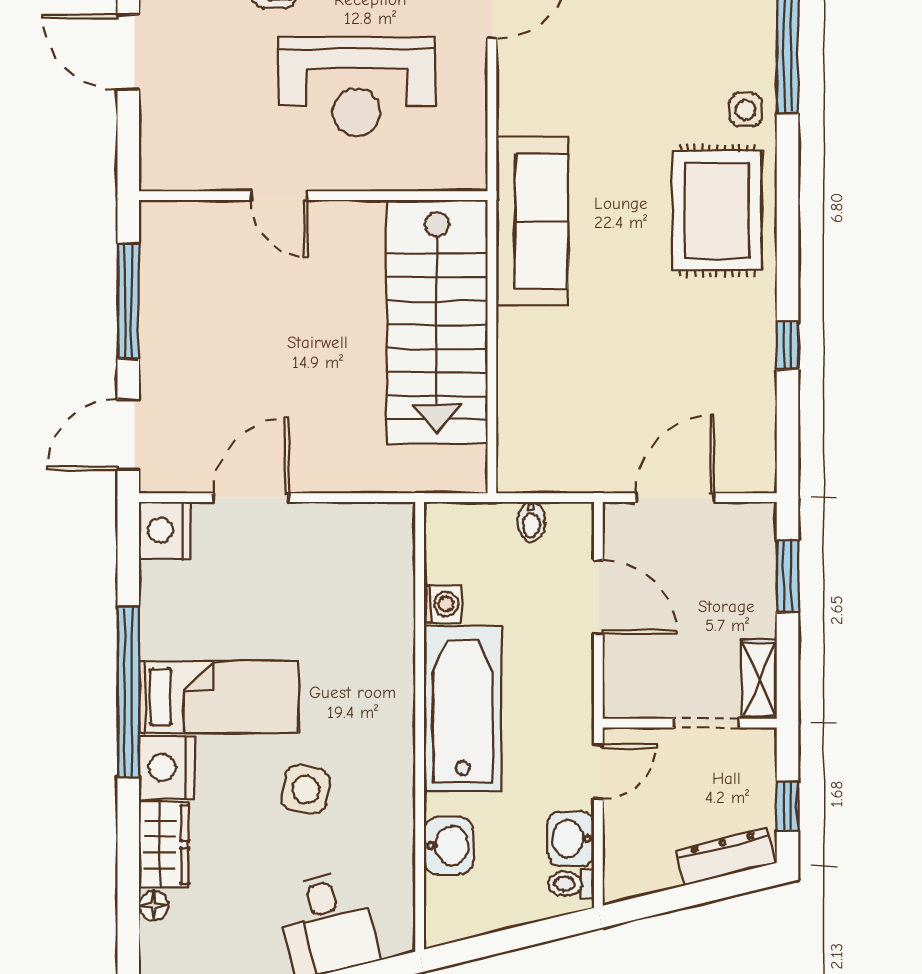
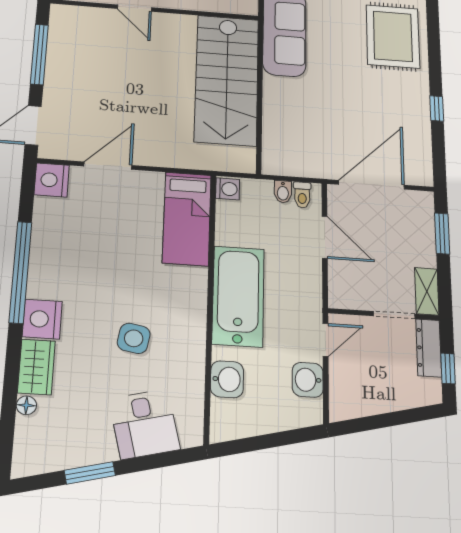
door: (675, 498) -> (371, 185), width x1.36
washing machine: (443, 604) -> (228, 189), moved
bed: (219, 697) -> (187, 219), moved, turned 90
dresser: (726, 856) -> (429, 348), moved, turned -76
toilet: (571, 884) -> (302, 195), moved, turned -90

